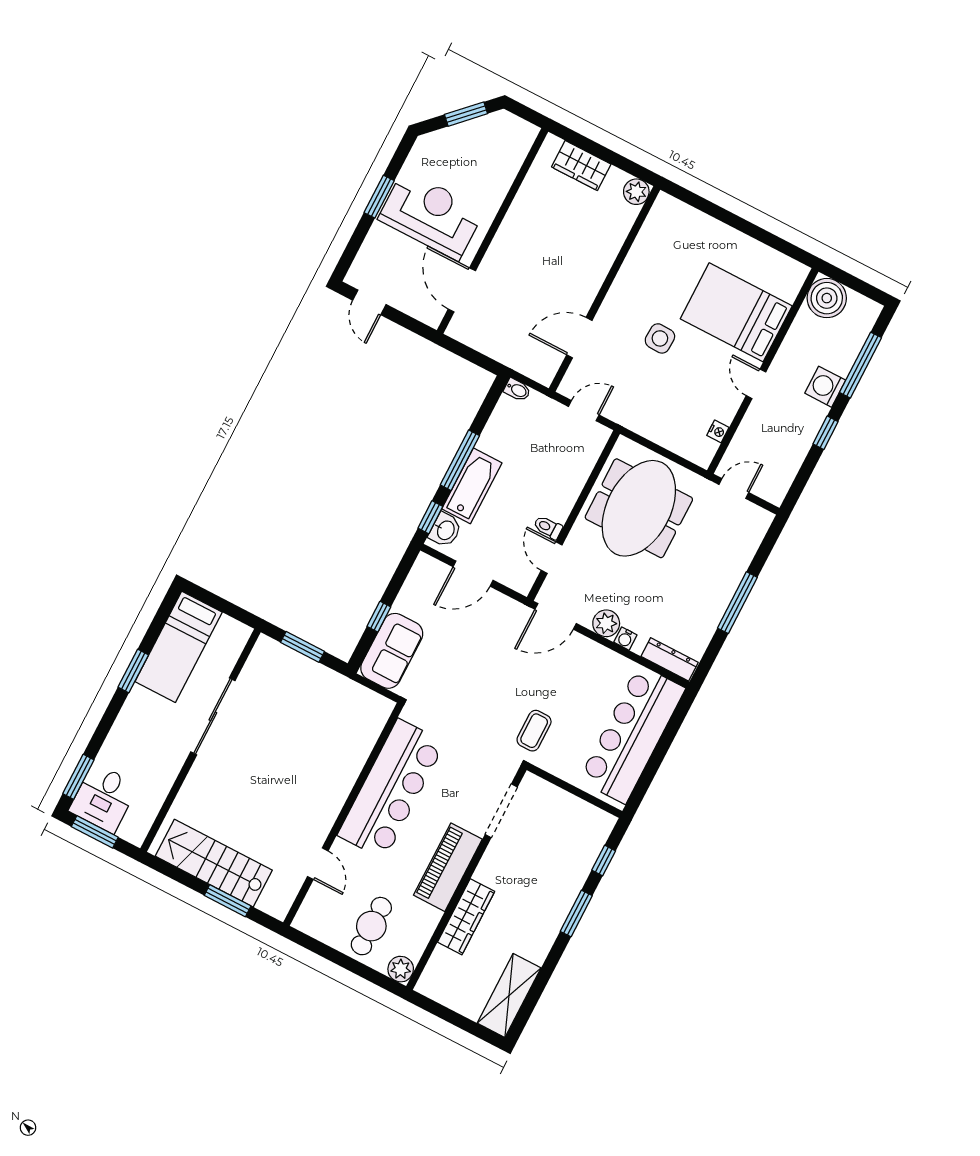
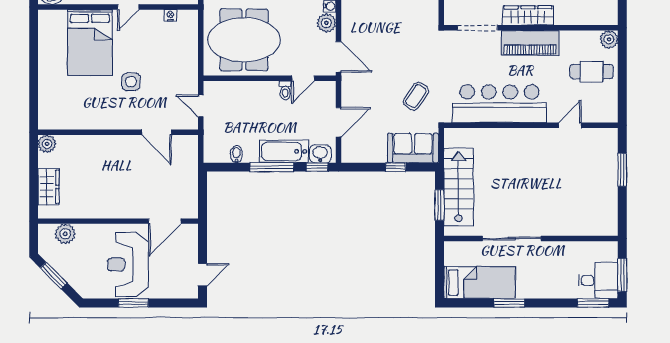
plant: (511, 156) -> (65, 234), added
bidet: (517, 390) -> (236, 154), moved
door: (473, 574) -> (338, 122), hinge flipped
coffee table: (534, 731) -> (416, 96), moved, turned -56
stairs: (214, 863) -> (458, 187), moved, turned 180
wardrobe: (466, 917) -> (528, 15), moved

